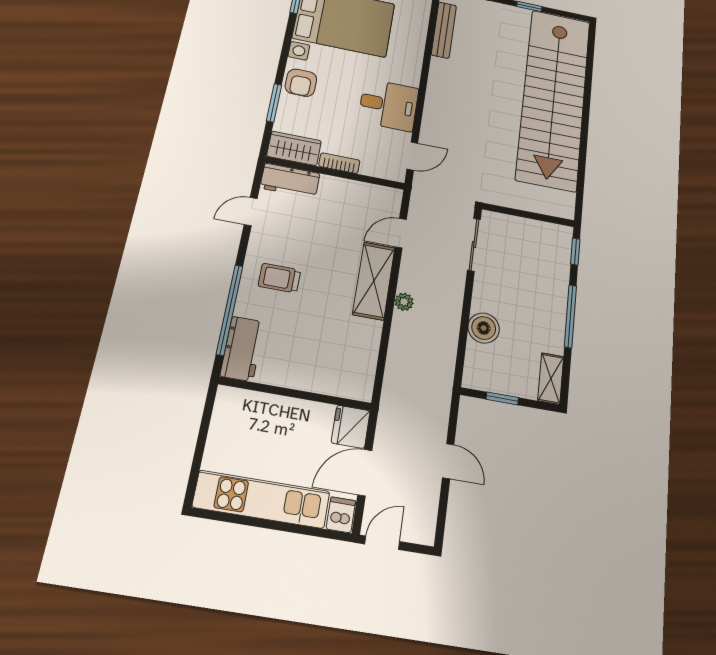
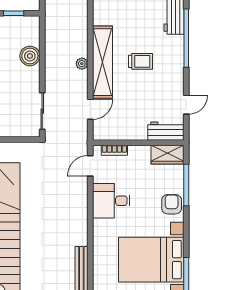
window: (274, 103) -> (186, 185), width x1.44
bookcase: (339, 163) -> (114, 150), moved
trolley: (279, 278) -> (140, 61), moved
shelving: (374, 281) -> (102, 62), width x1.47

